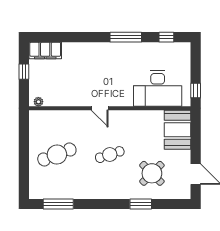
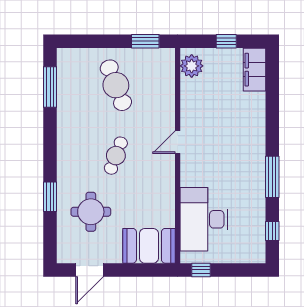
plant: (38, 102) -> (192, 66), width x1.88, depth x1.88
window: (24, 132) -> (145, 41), added
cafe table: (110, 155) -> (116, 156), turned 39
round table: (152, 173) -> (91, 212), turned 45

